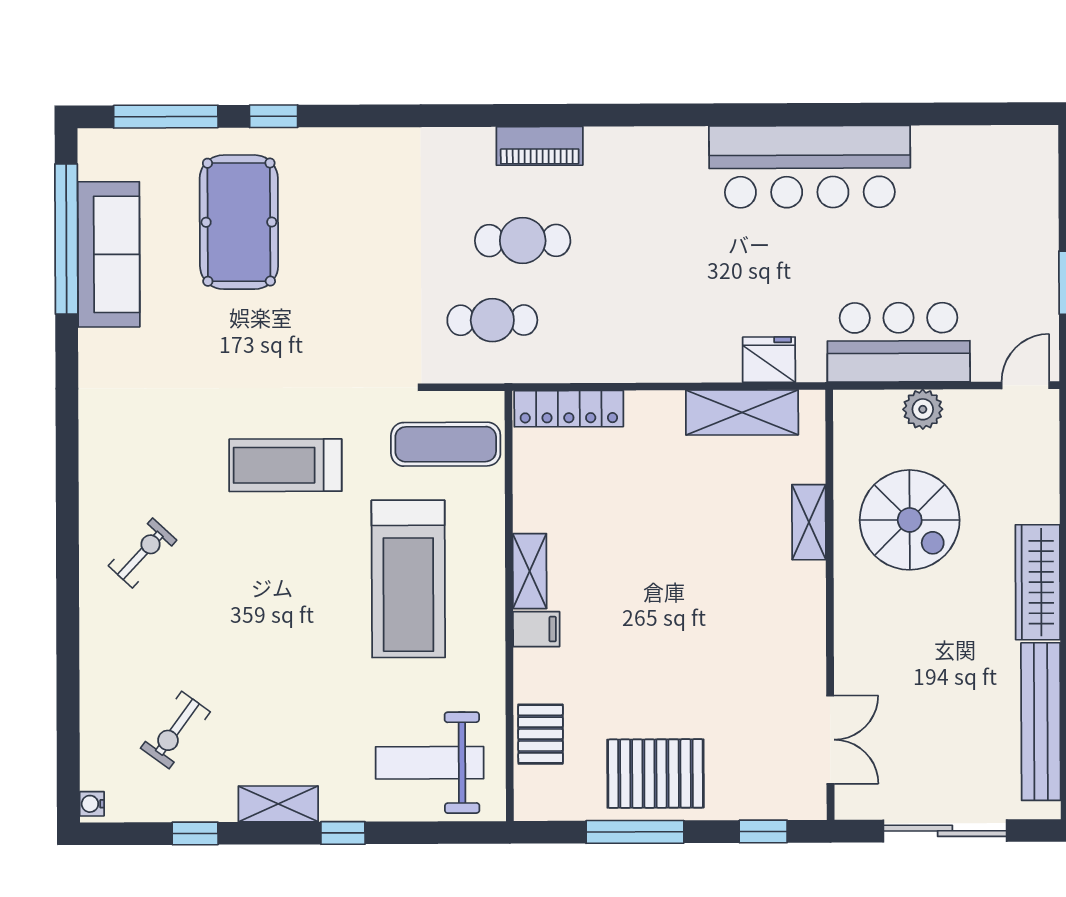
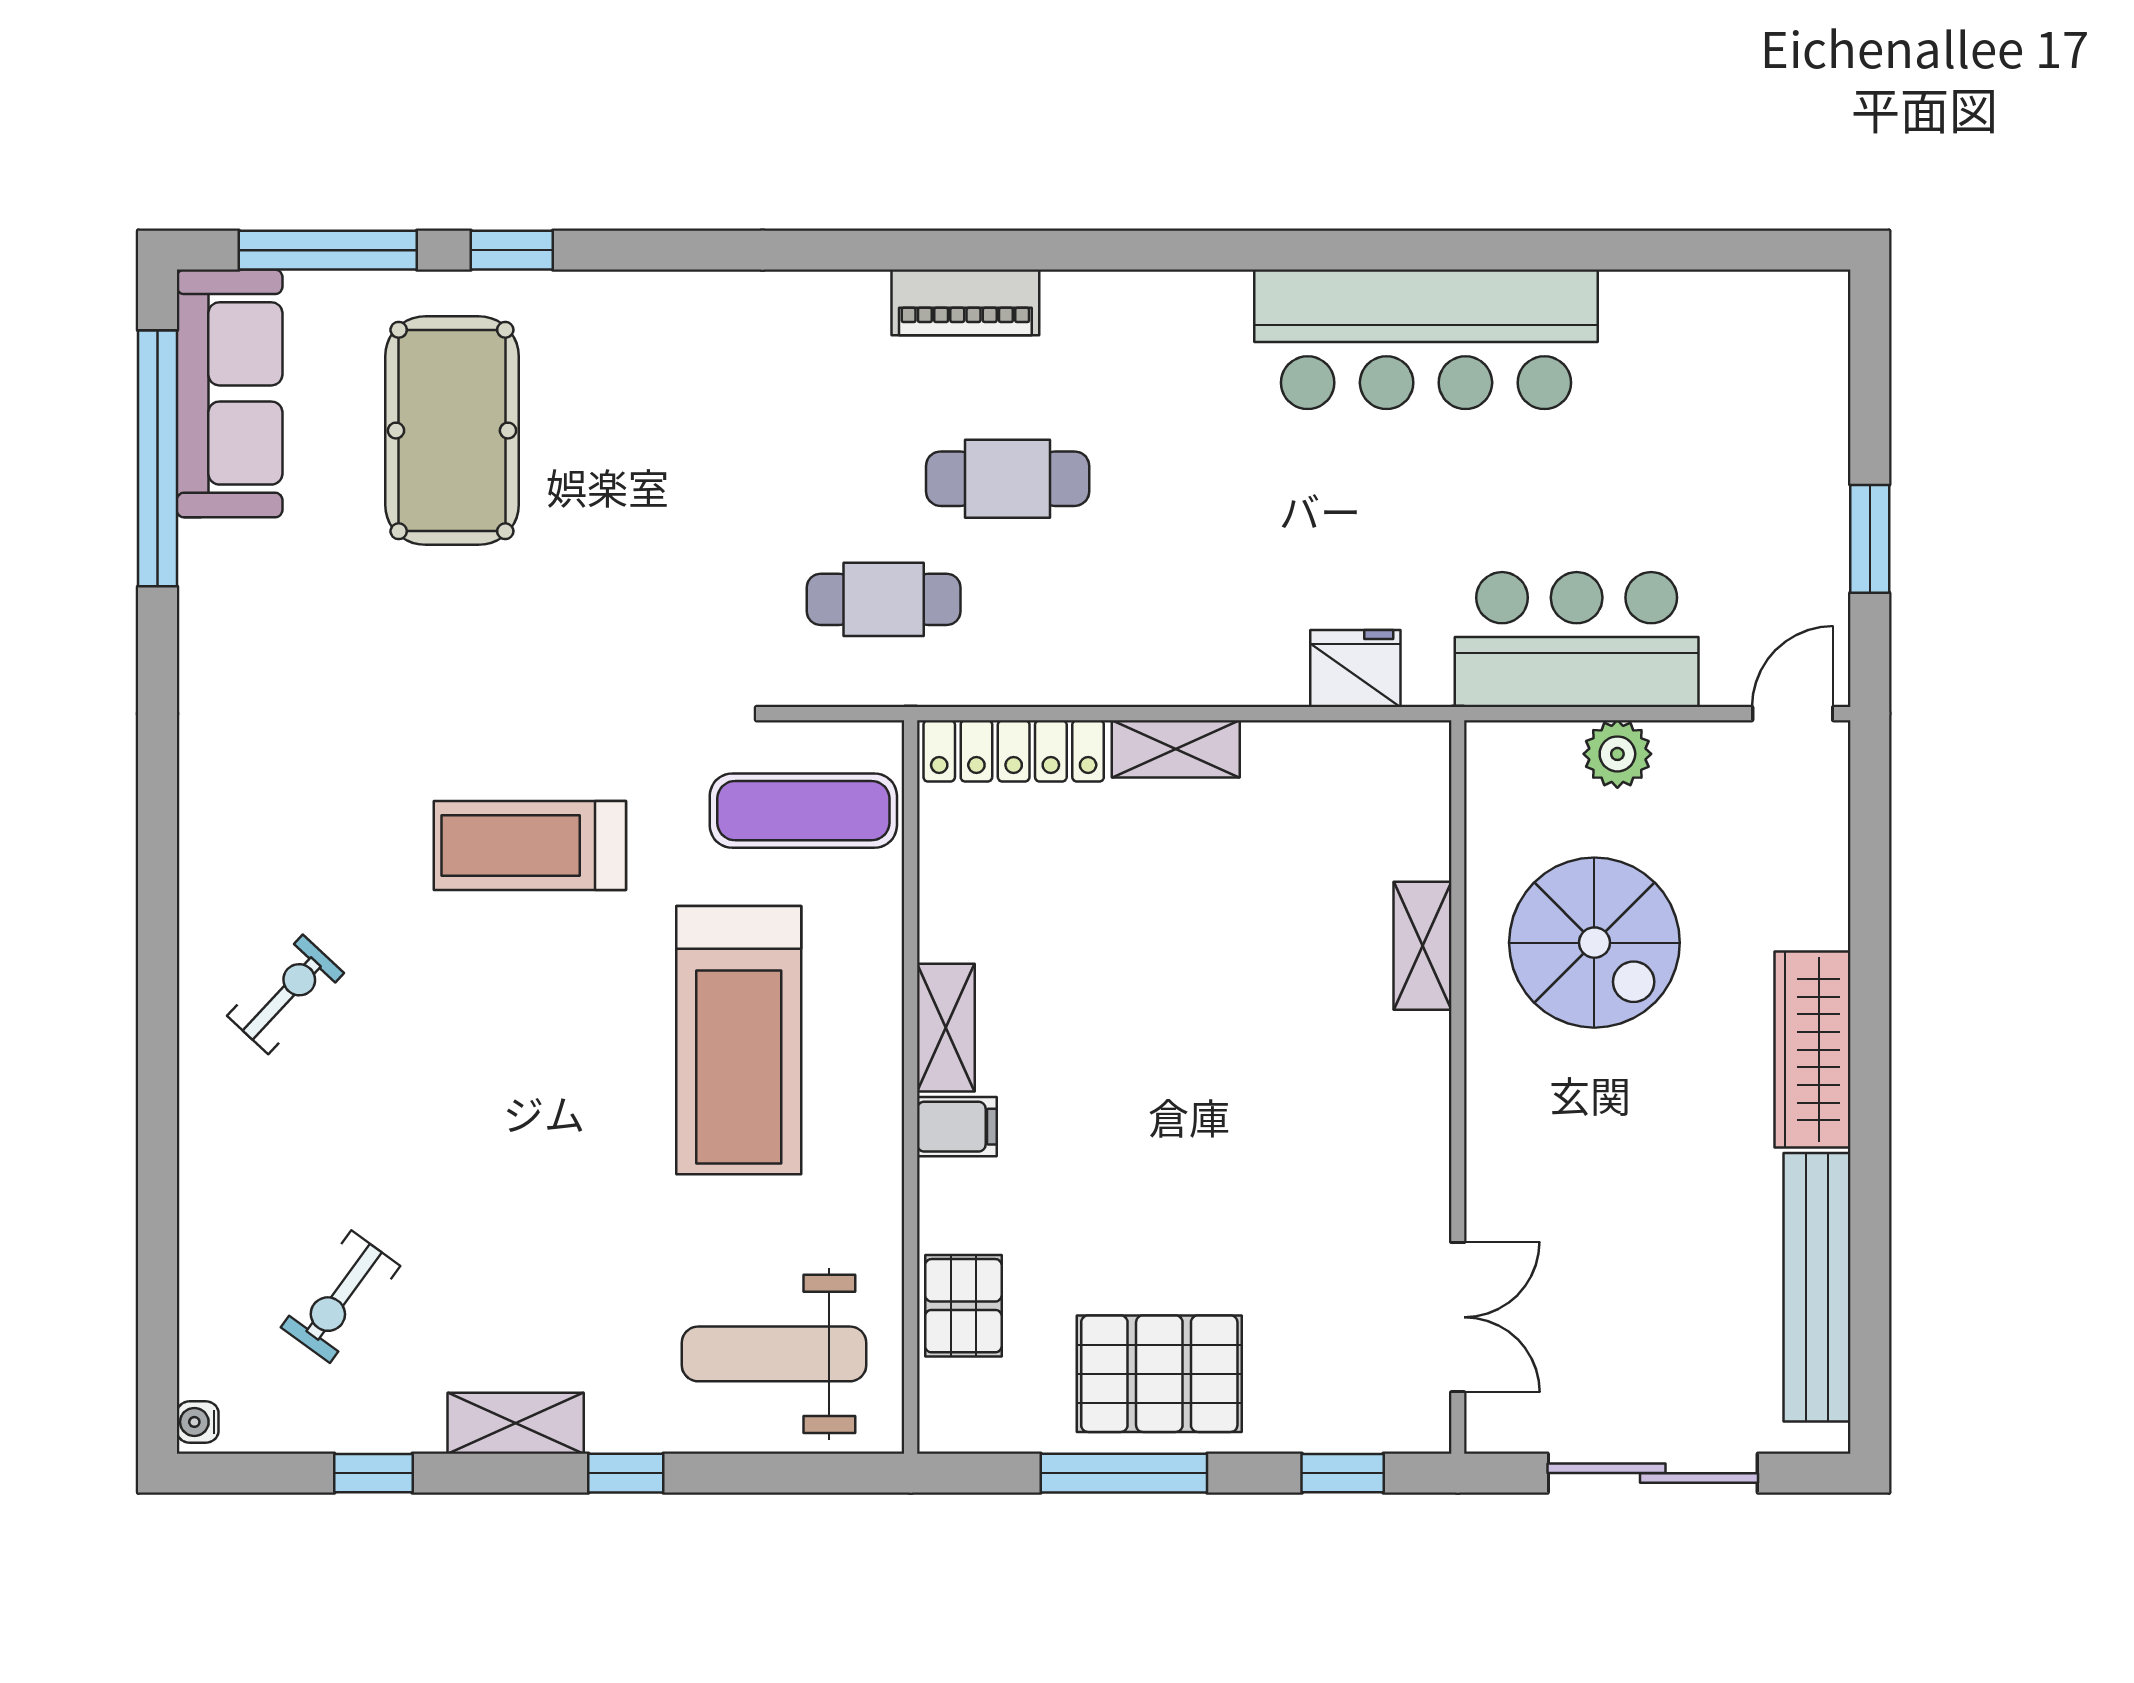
cafe table: (523, 240) -> (1008, 479), moved
sofa: (109, 254) -> (230, 393), moved
shelving: (742, 413) -> (1176, 749), moved, width x0.67, depth x0.75

